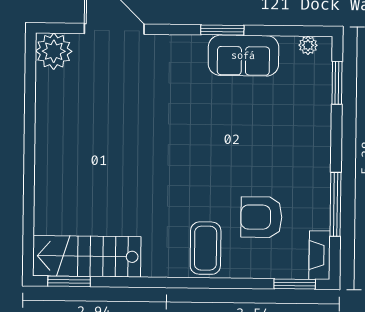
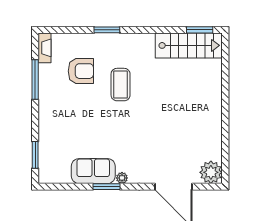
plant: (308, 45) -> (122, 178), moved
coffee table: (206, 248) -> (121, 85), moved
window: (295, 284) -> (107, 30), moved

